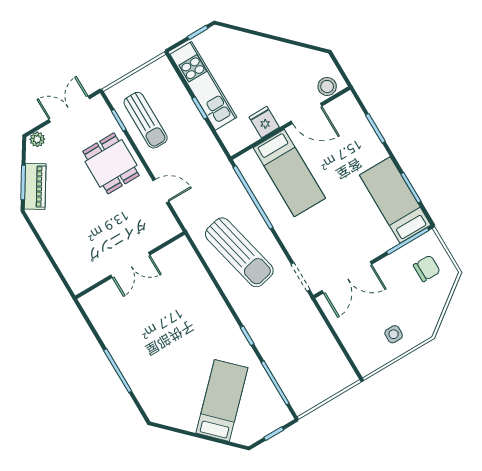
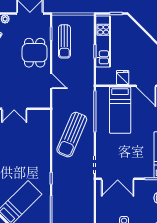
sun lounger: (239, 252) -> (72, 135), turned 36

